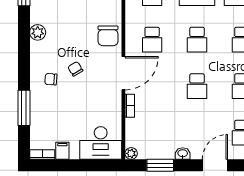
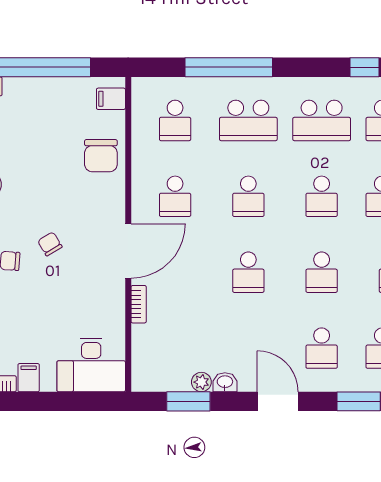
chair: (108, 36) -> (101, 156), moved
plant: (131, 153) -> (201, 382), moved
door: (215, 165) -> (278, 401), hinge flipped

